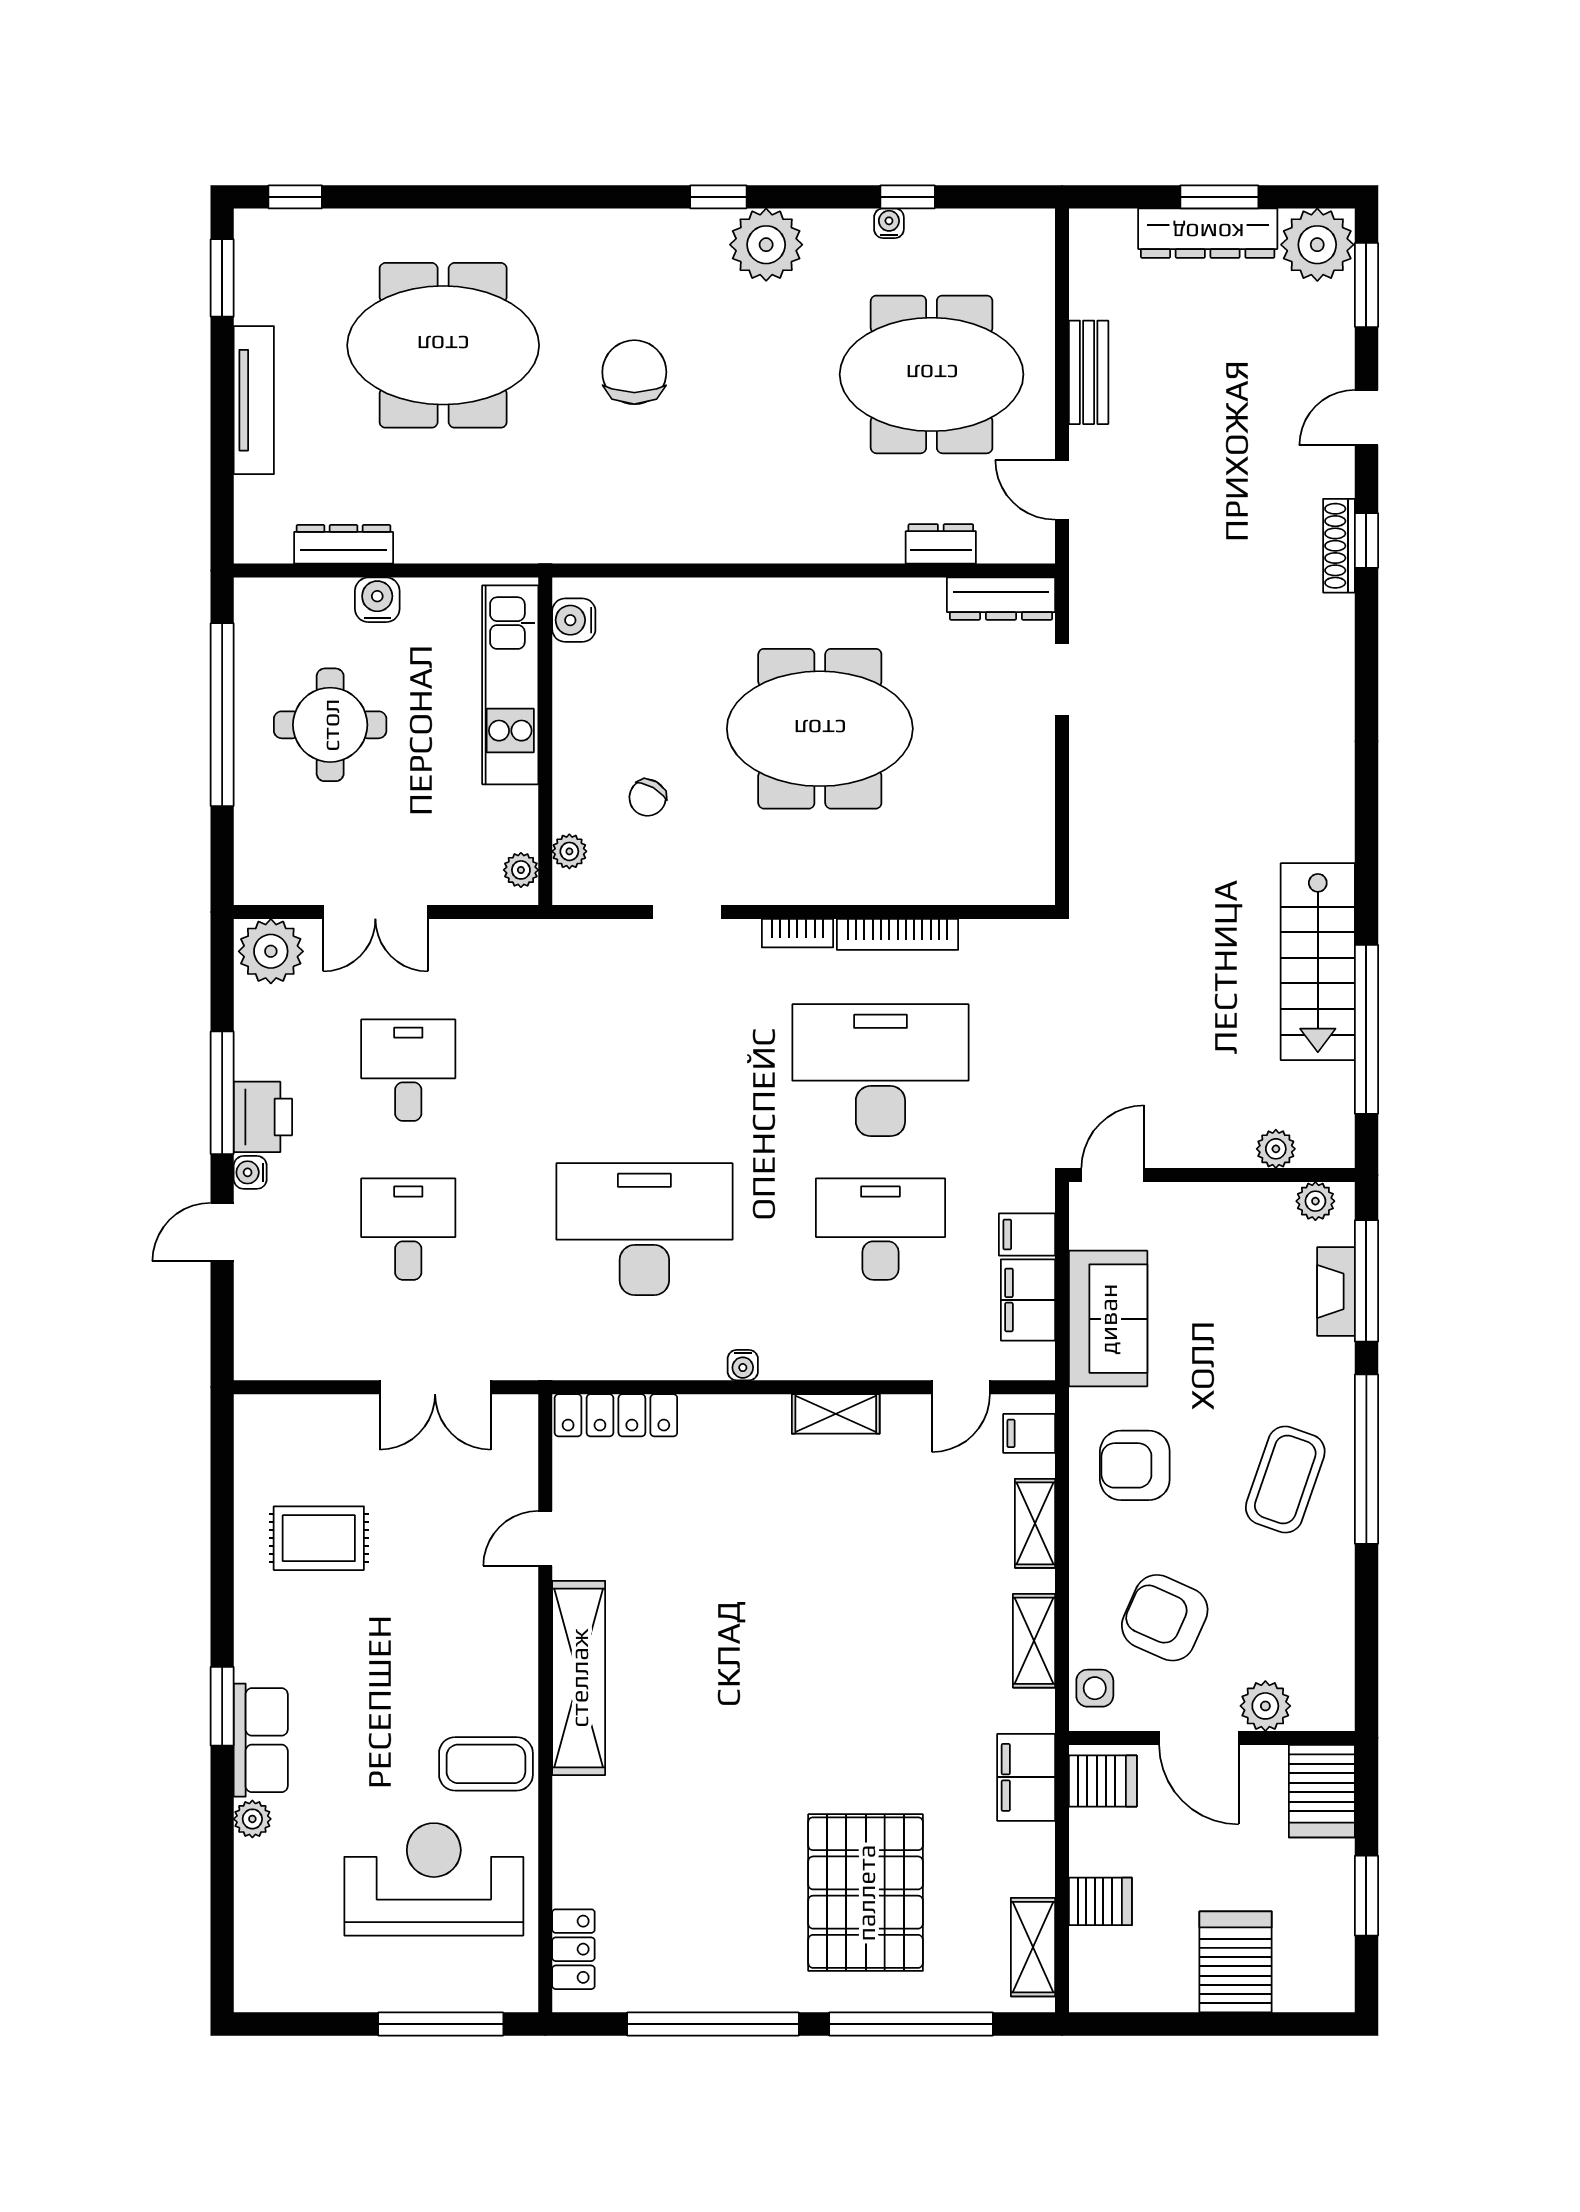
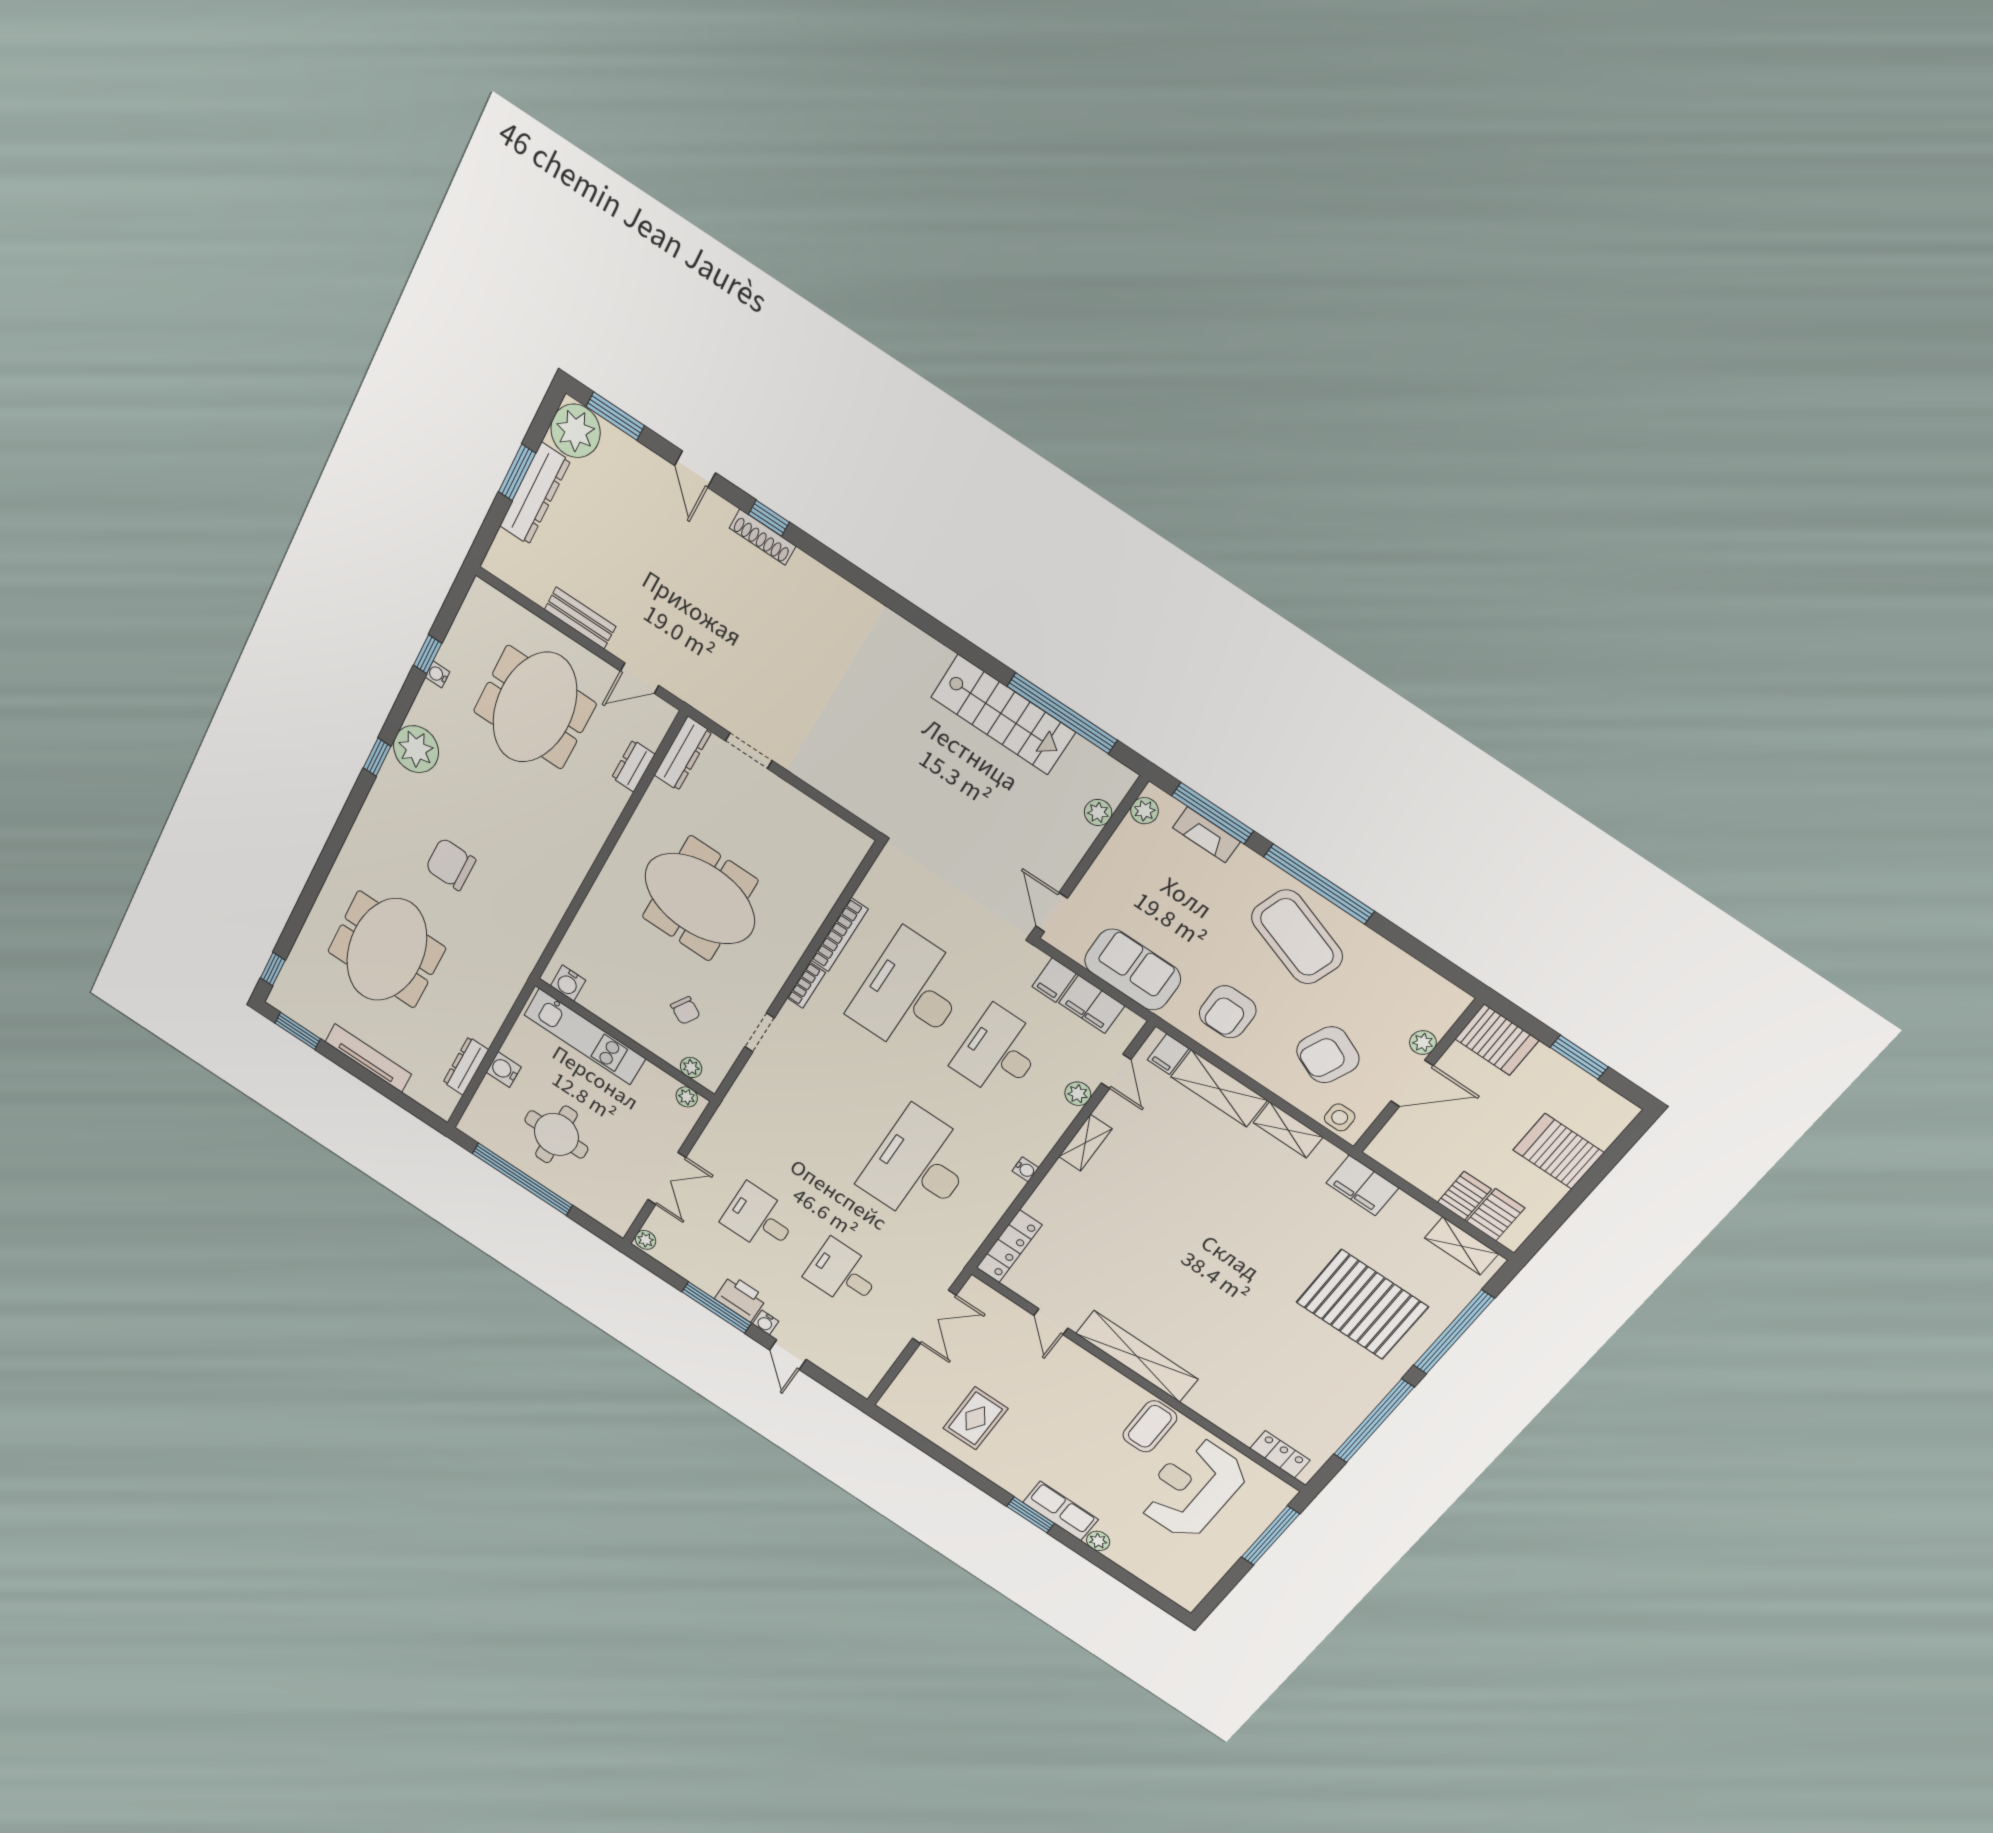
meeting table: (820, 729) -> (700, 899), turned 90
plant: (271, 951) -> (645, 1240), width x0.53, depth x0.53
plant: (896, 1361) -> (1078, 1094), added
coffee table: (1285, 1480) -> (1297, 937), width x1.36, depth x1.32
shelving: (1035, 1523) -> (1219, 1089), width x1.50, depth x1.33
plant: (1265, 1706) -> (1423, 1043), width x0.73, depth x0.73
server rack: (1103, 1781) -> (1496, 1215), moved

